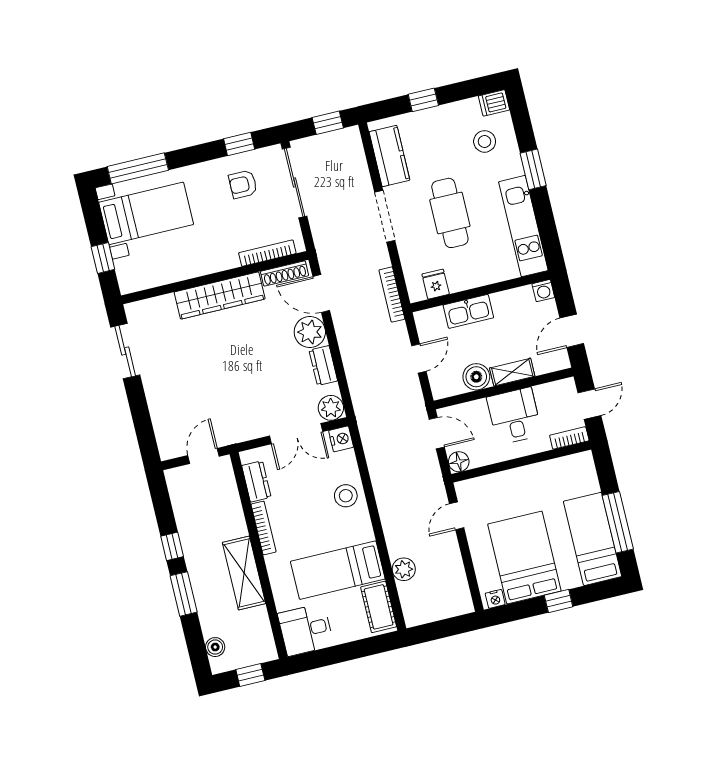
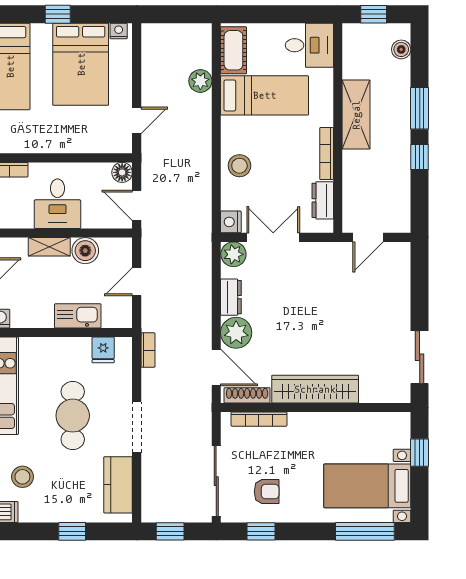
bookcase: (392, 295) -> (148, 350), width x0.64

